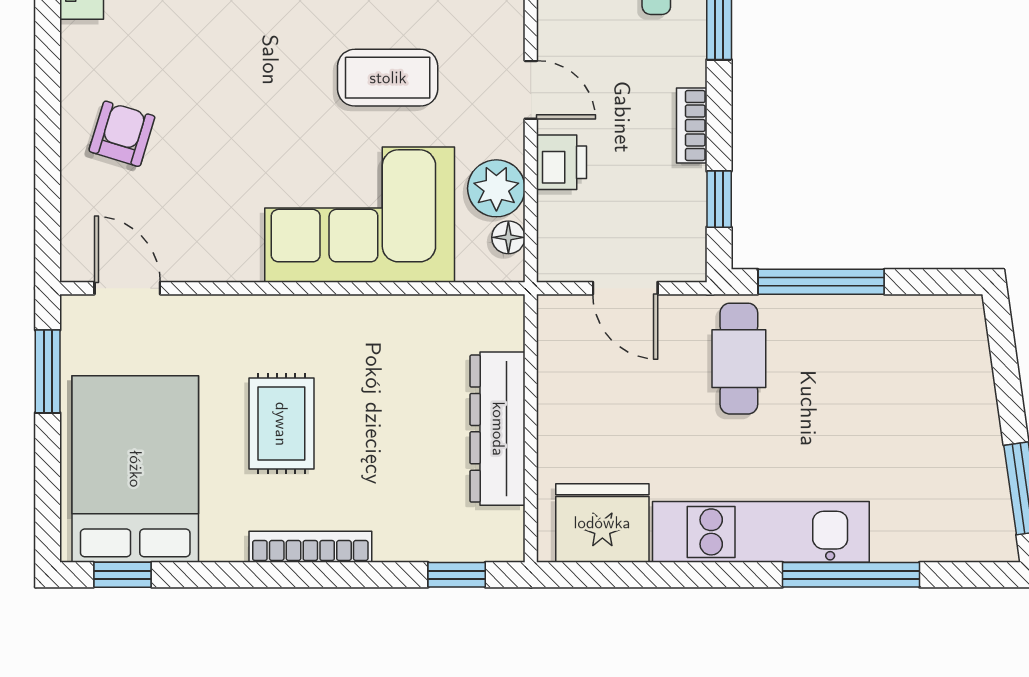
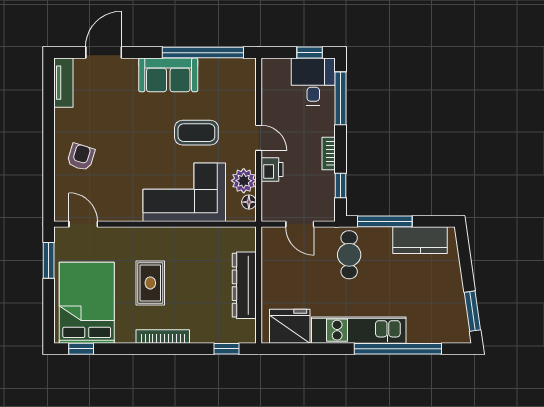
kitchen counter: (902, 325) -> (420, 240), added
window: (851, 575) -> (398, 349), width x1.46

